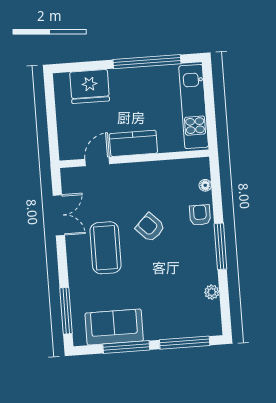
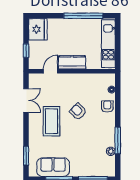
fridge: (90, 86) -> (38, 29), moved, turned -90
window: (52, 129) -> (26, 51), added
window: (220, 246) -> (118, 140), moved
window: (66, 311) -> (26, 156), width x0.69

